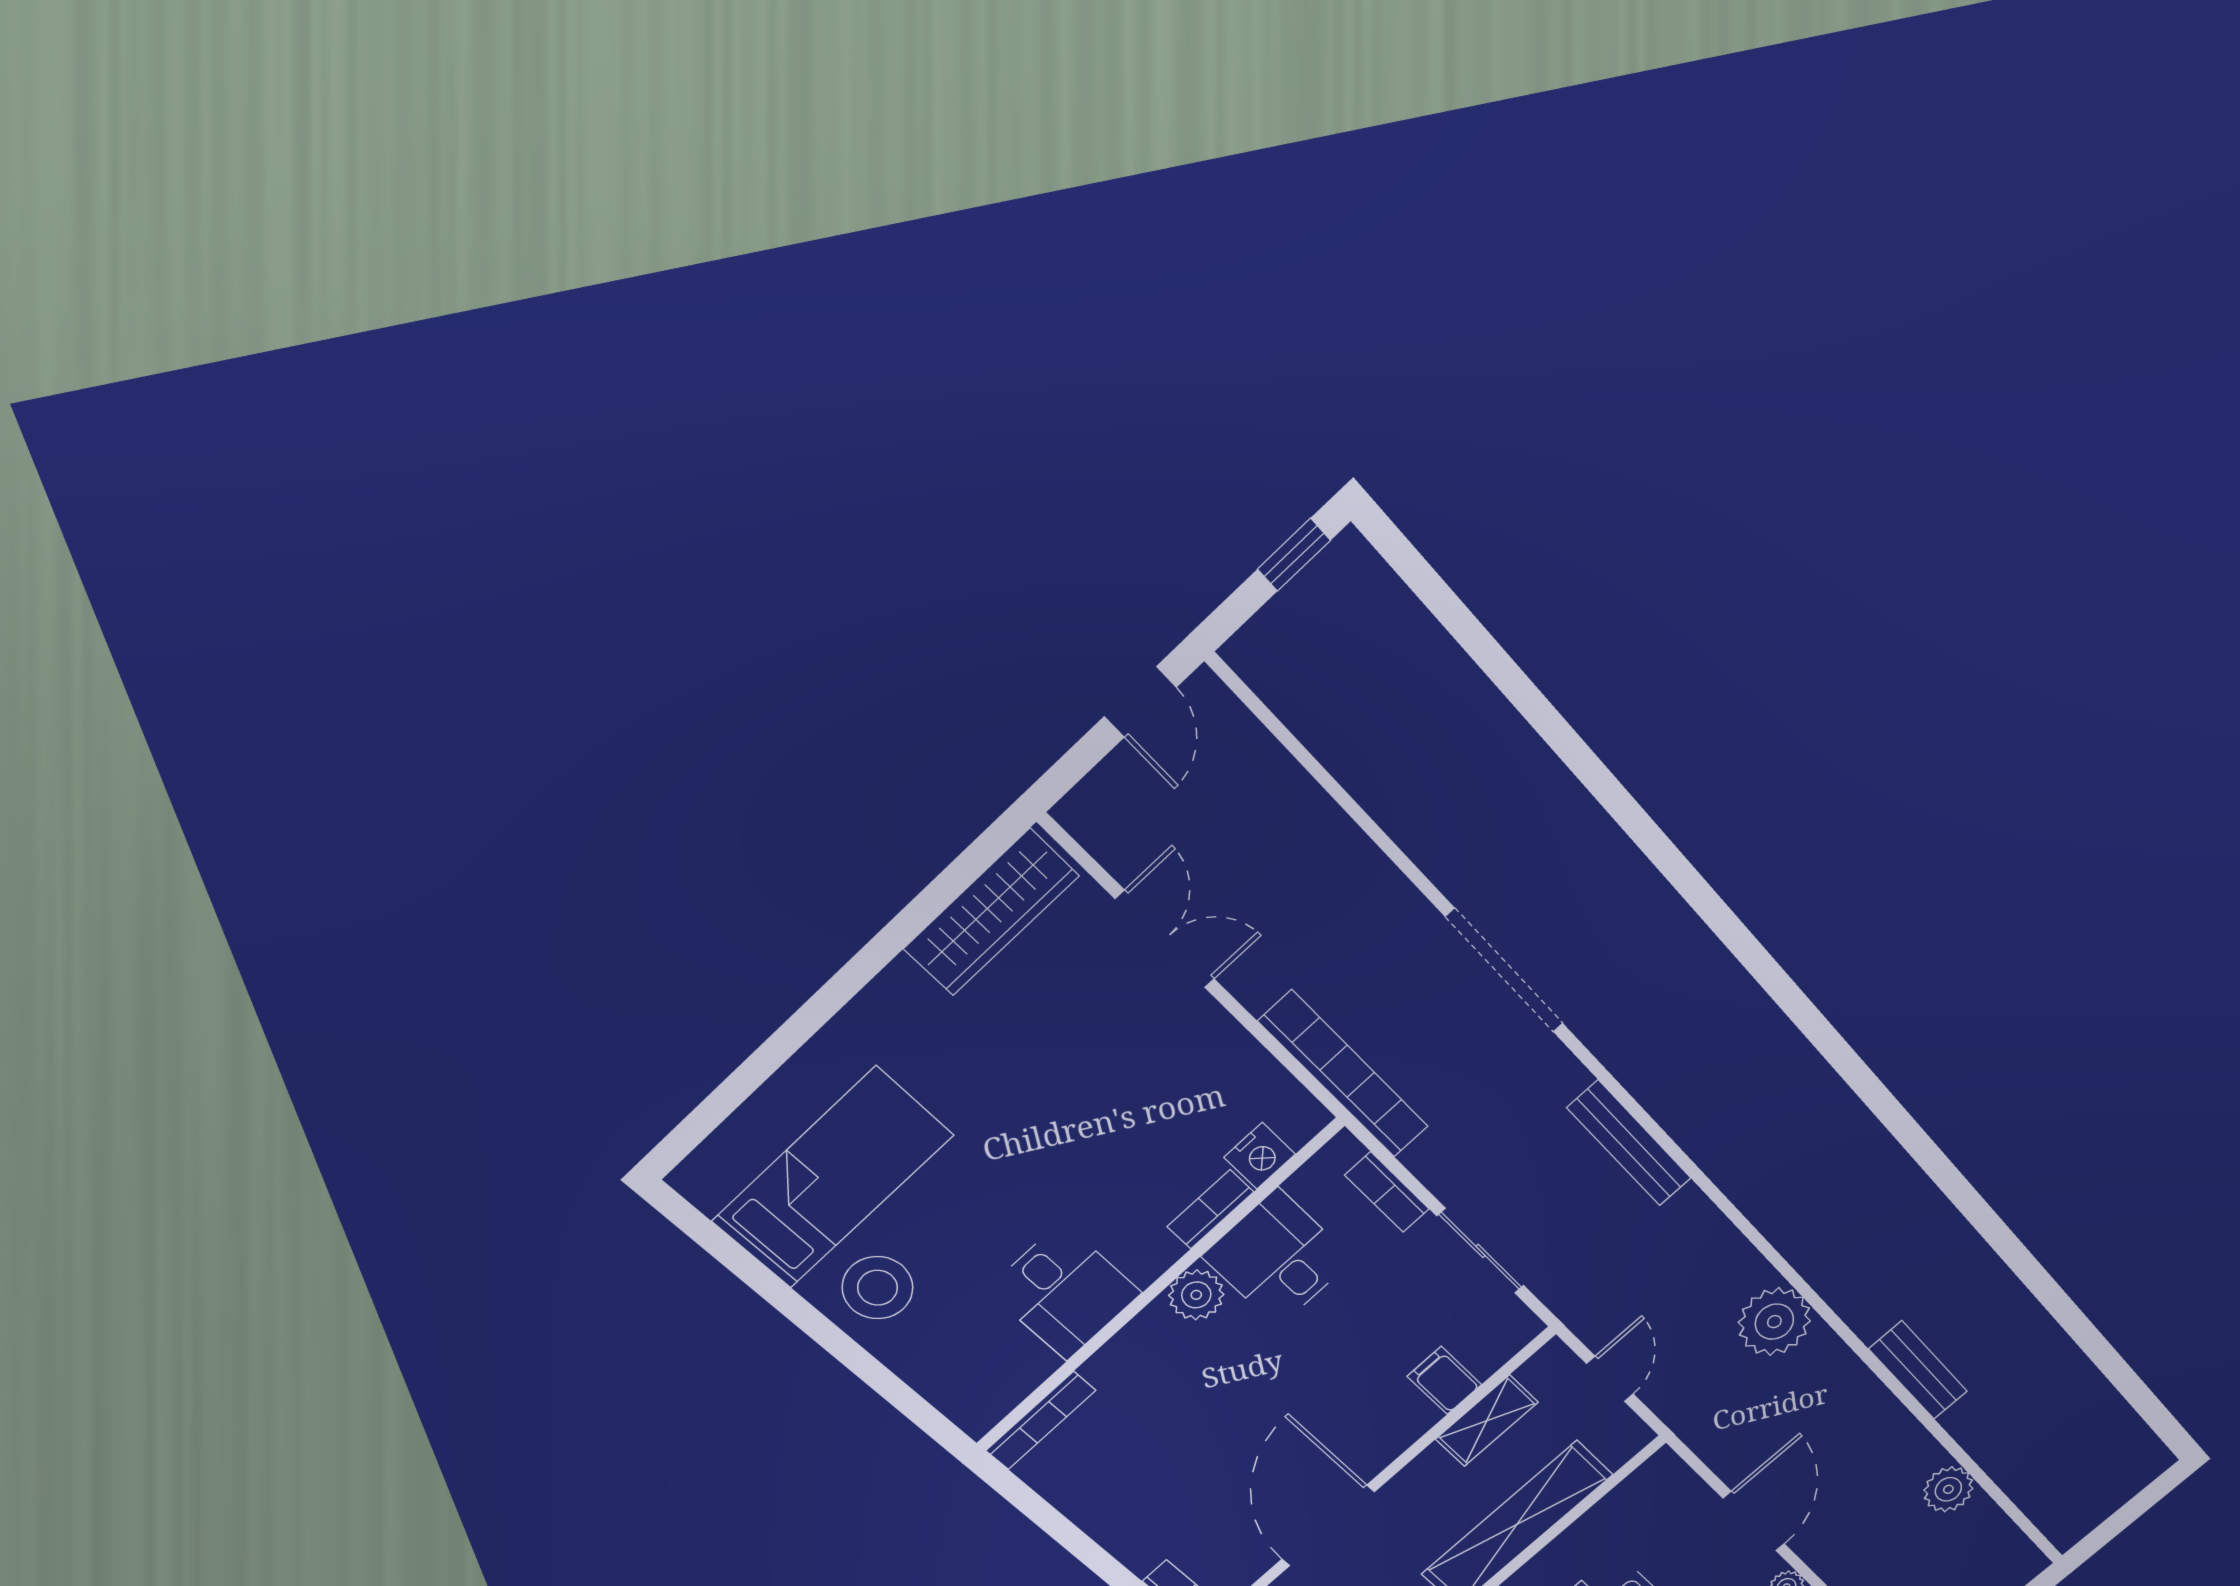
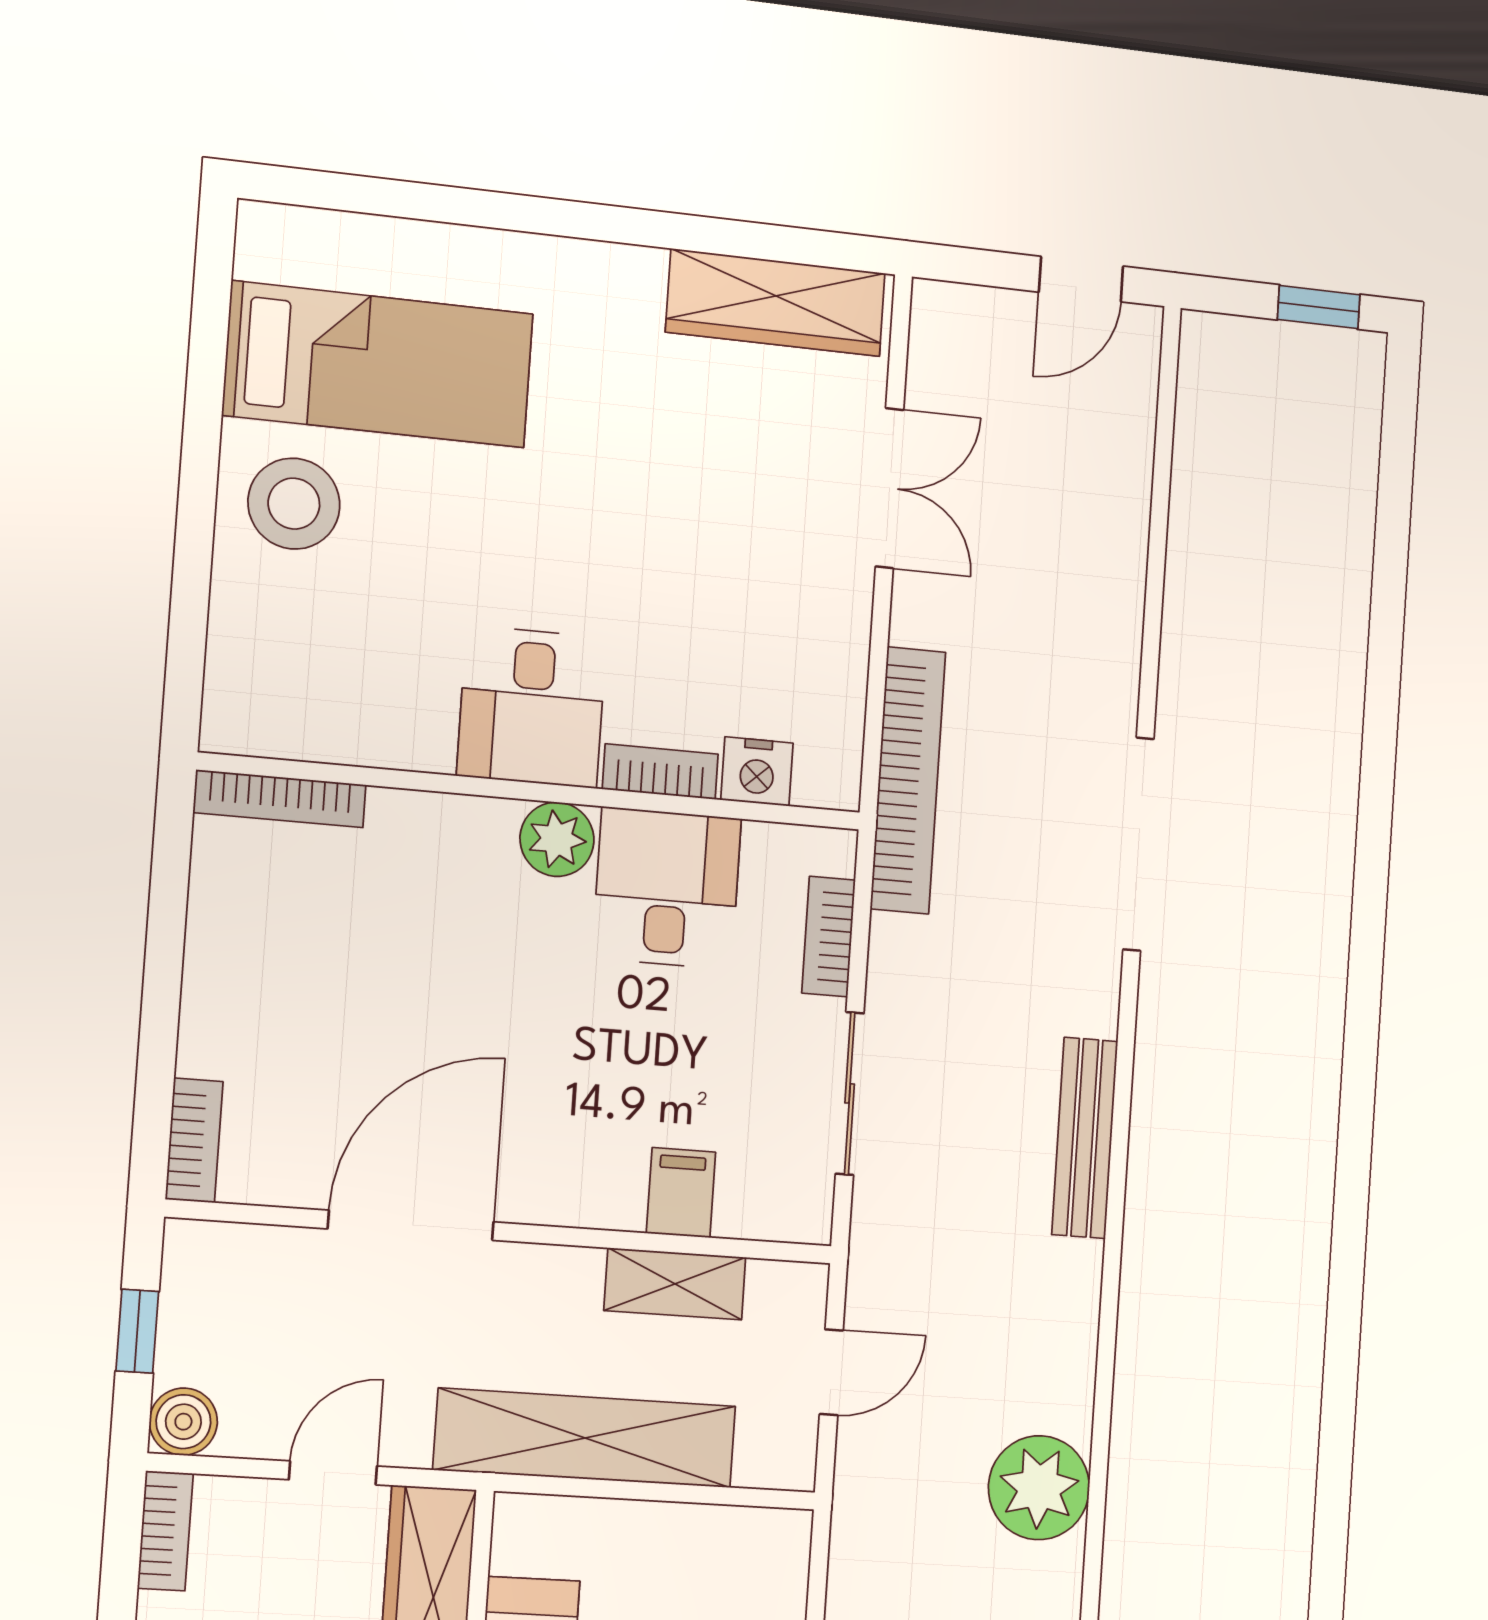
desk: (1064, 1291) -> (532, 707), moved

